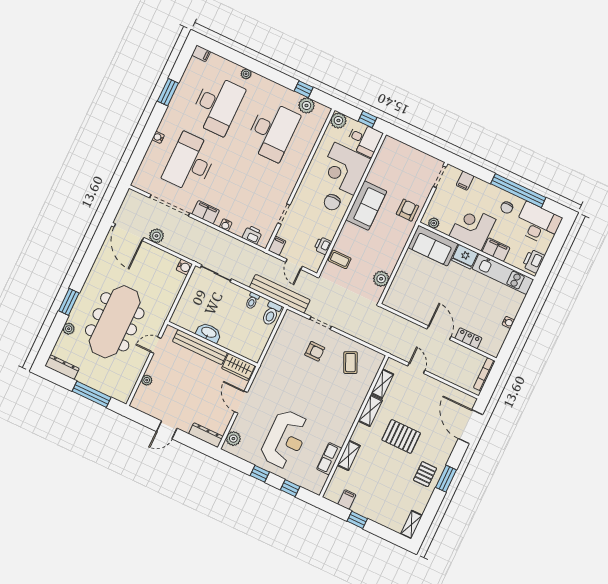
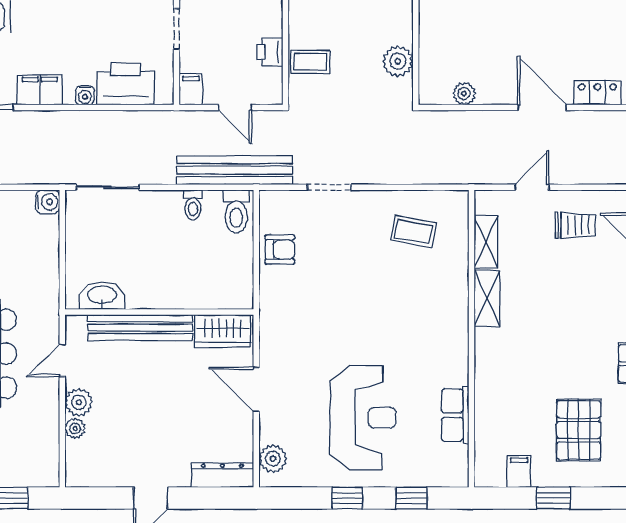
printer: (252, 235) -> (125, 84), width x1.87, depth x1.48
plant: (405, 309) -> (464, 94), added
washbasin: (209, 333) -> (102, 296), moved
armchair: (315, 351) -> (280, 250), moved
coffee table: (350, 363) -> (413, 231), turned -54
door: (416, 368) -> (532, 187), hinge flipped
plant: (154, 369) -> (79, 402), added
trolley: (428, 396) -> (575, 225), added
pallet: (401, 436) -> (579, 430), moved, turned 90
shelving: (349, 455) -> (486, 393), removed

